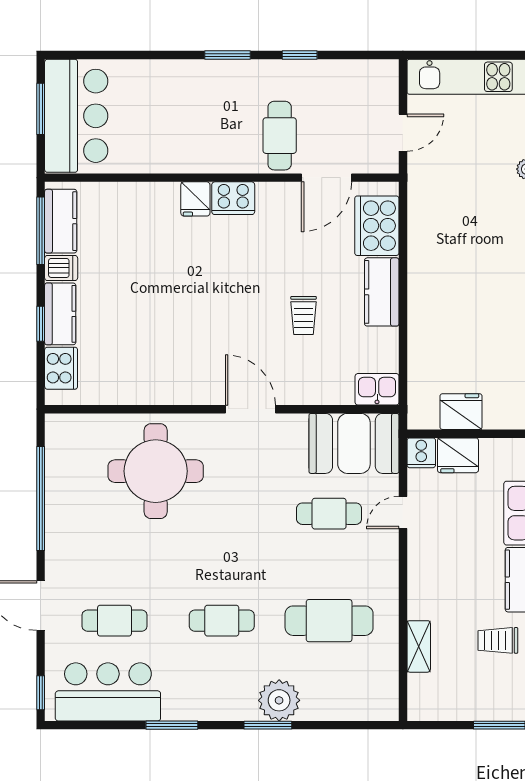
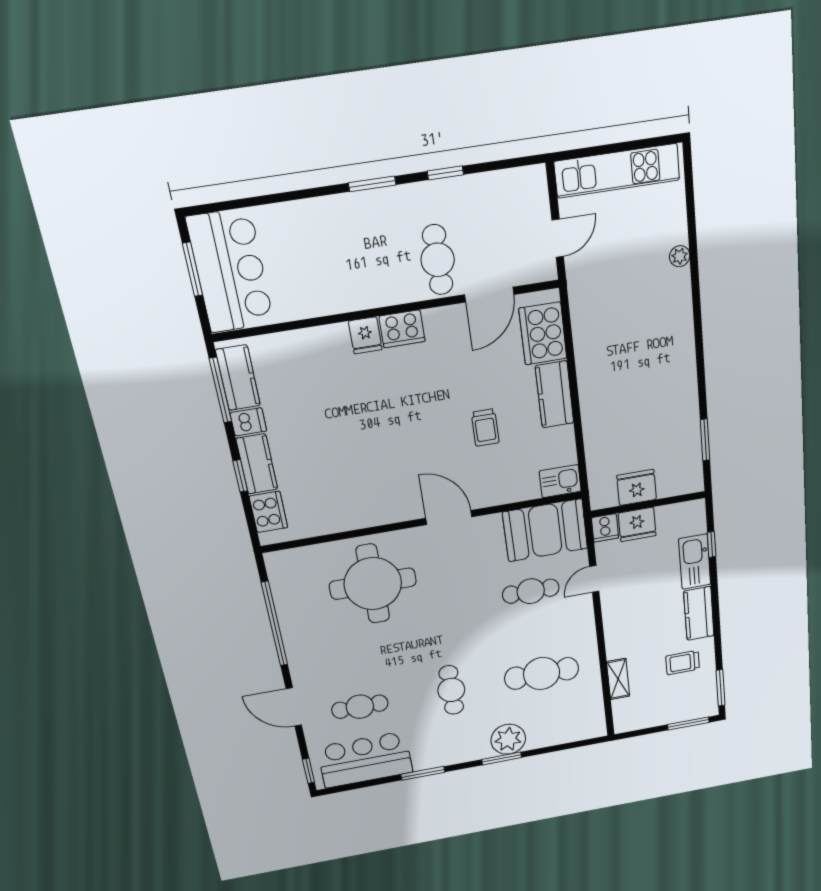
cafe table: (222, 621) -> (451, 690), turned 90

